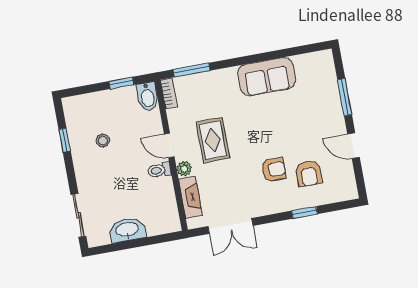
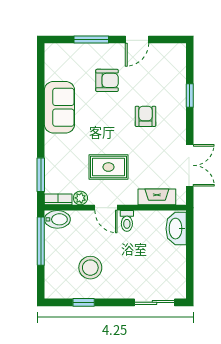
window: (121, 83) -> (41, 241), width x2.17
stool: (103, 140) -> (90, 268), width x1.89, depth x1.89
door: (169, 145) -> (106, 208), hinge flipped
plant: (184, 169) -> (80, 198), moved
armchair: (309, 173) -> (107, 80), moved
washbasin: (127, 230) -> (176, 229), moved

